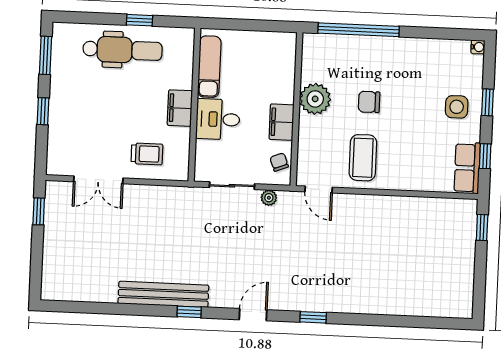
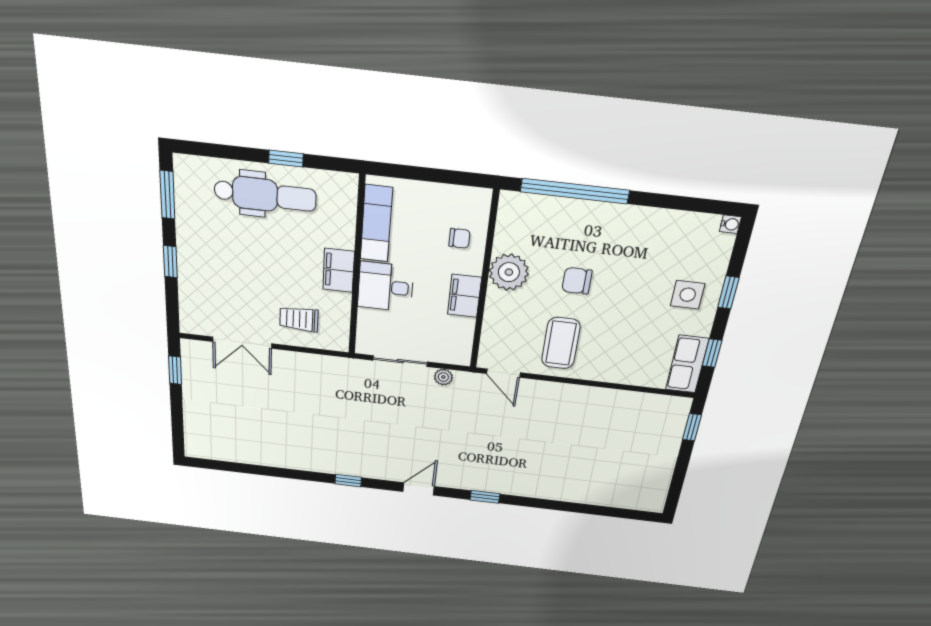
trolley: (147, 154) -> (299, 319), turned 180
chair: (279, 162) -> (459, 238), moved, turned 111
bench: (163, 294) -> (320, 462), removed

